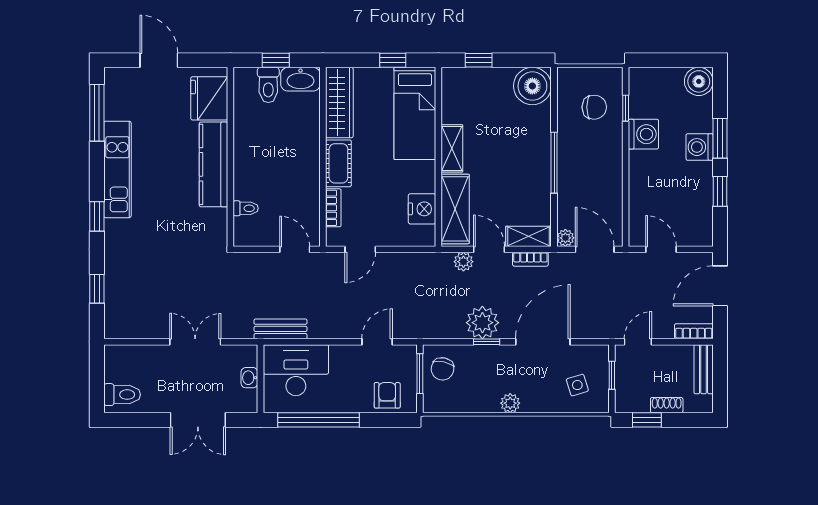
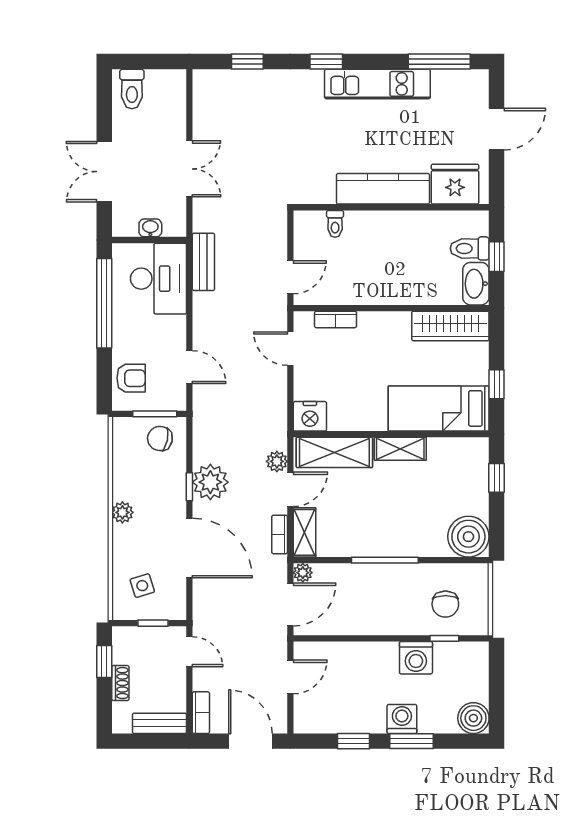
cot: (338, 163) -> (384, 325), removed
nightstand: (422, 209) -> (310, 416), moved

